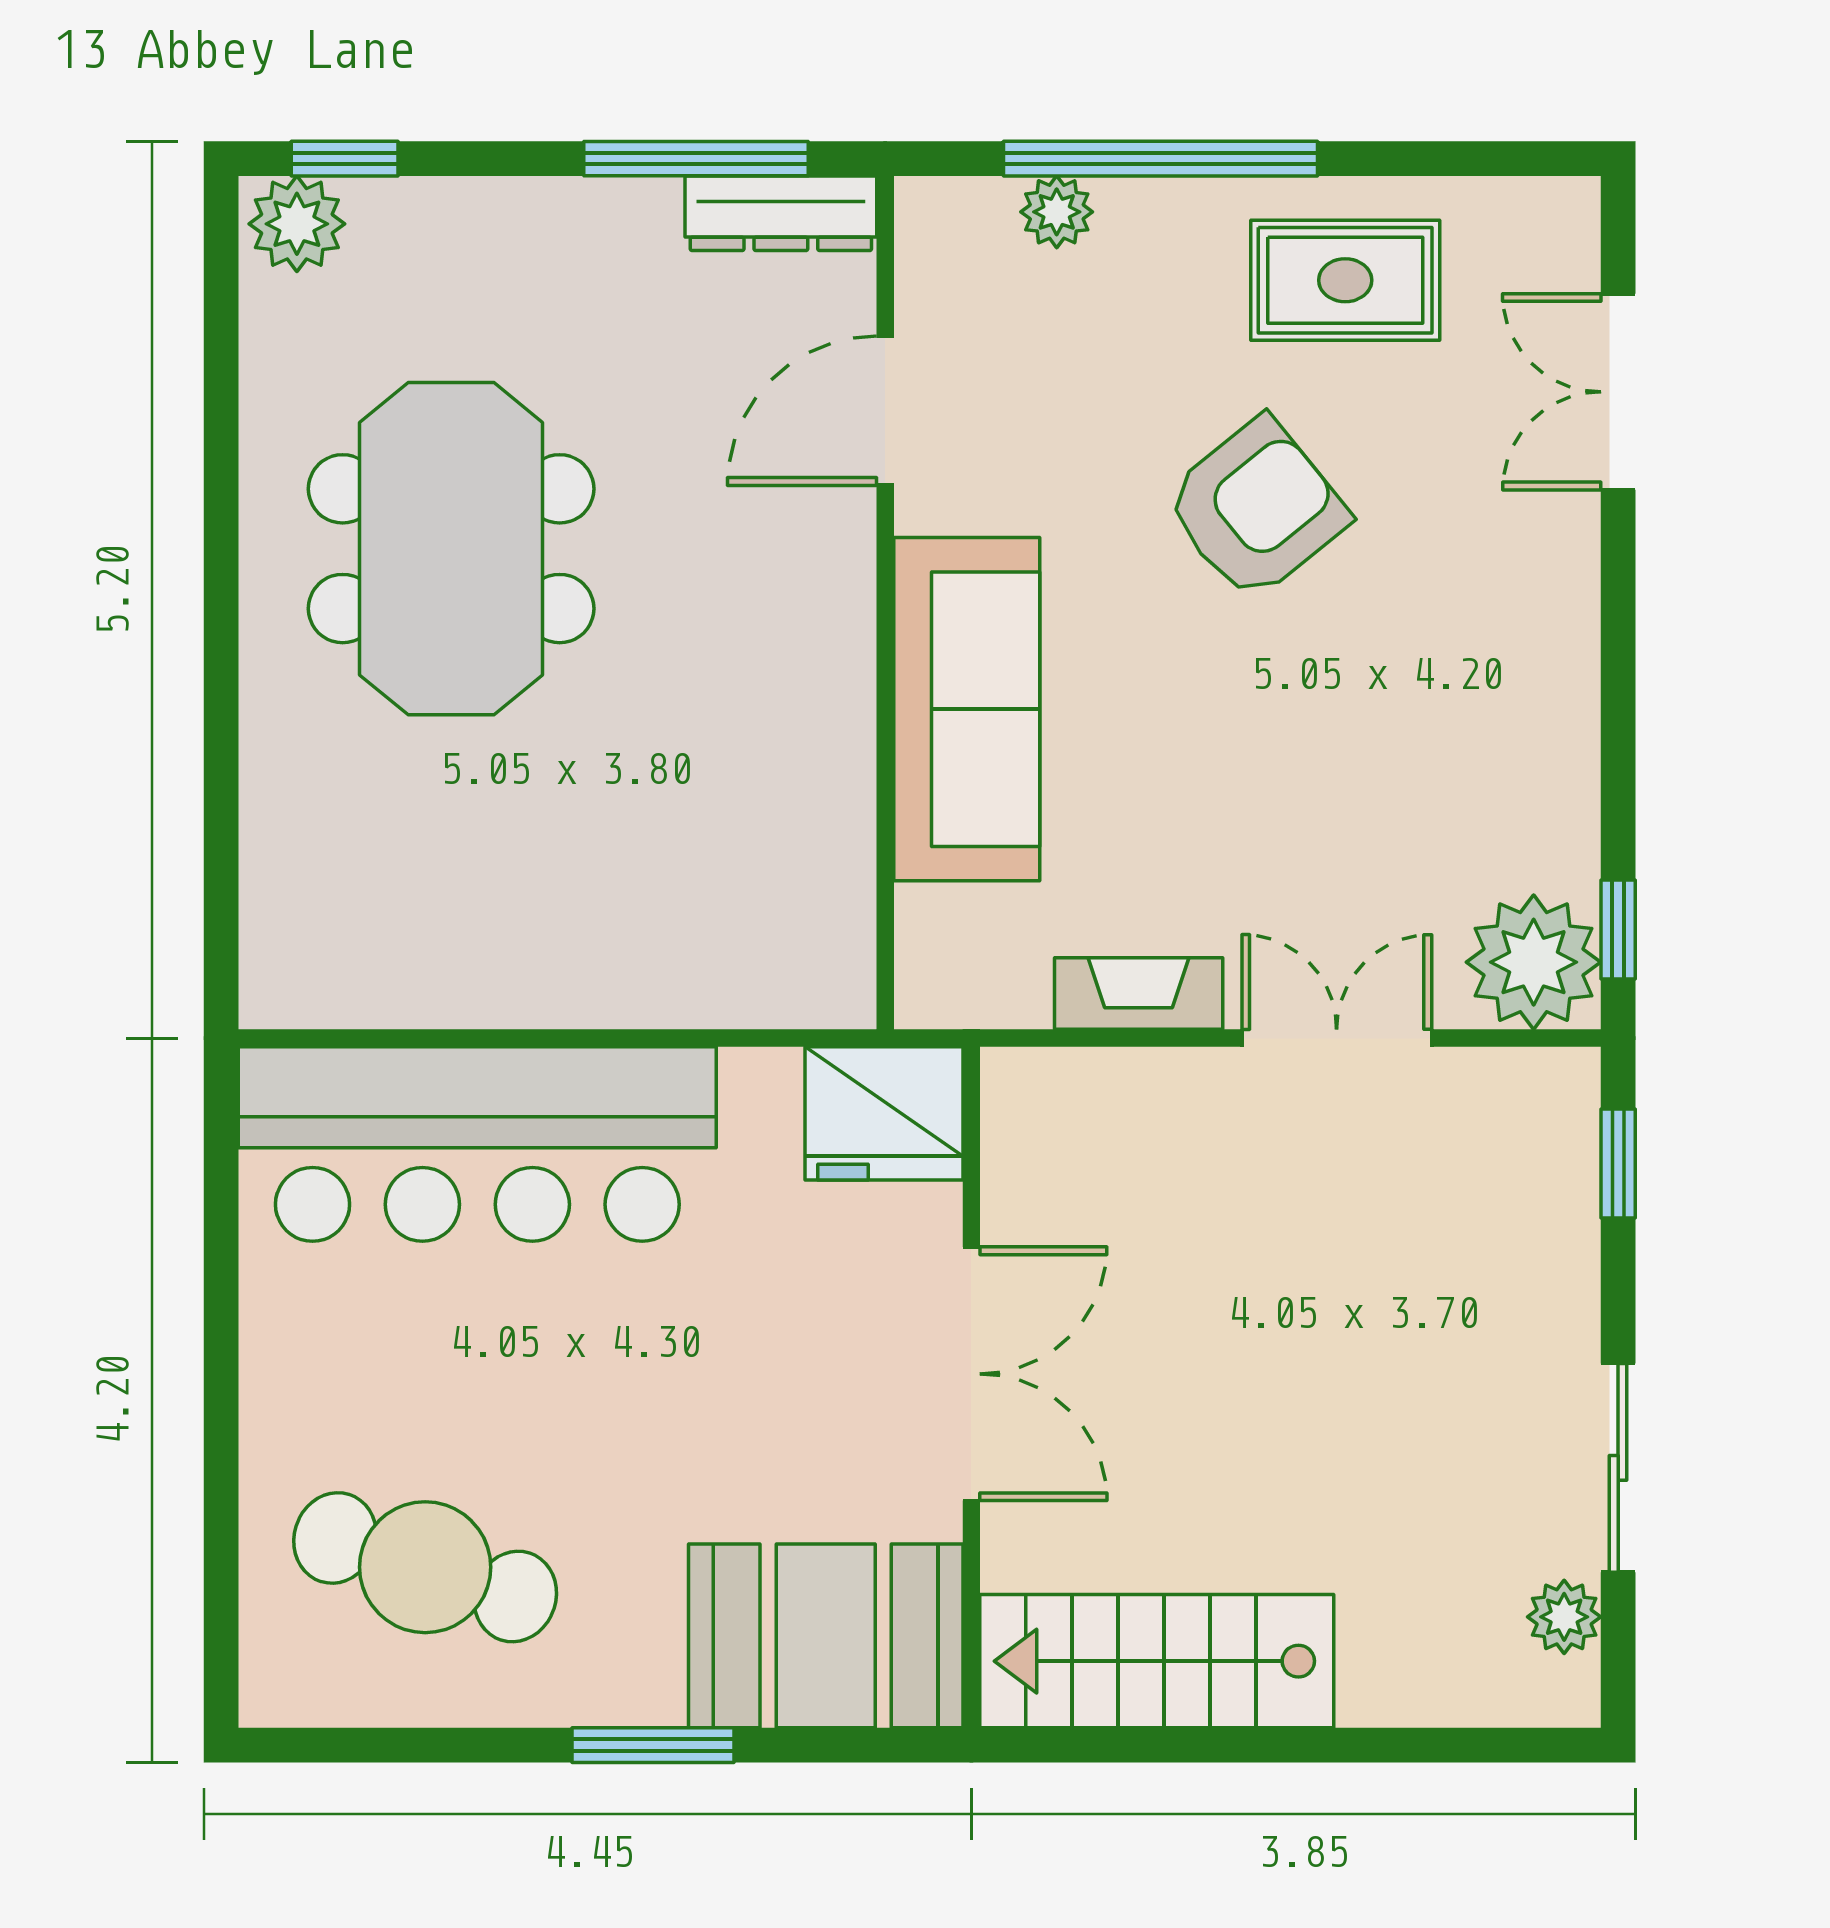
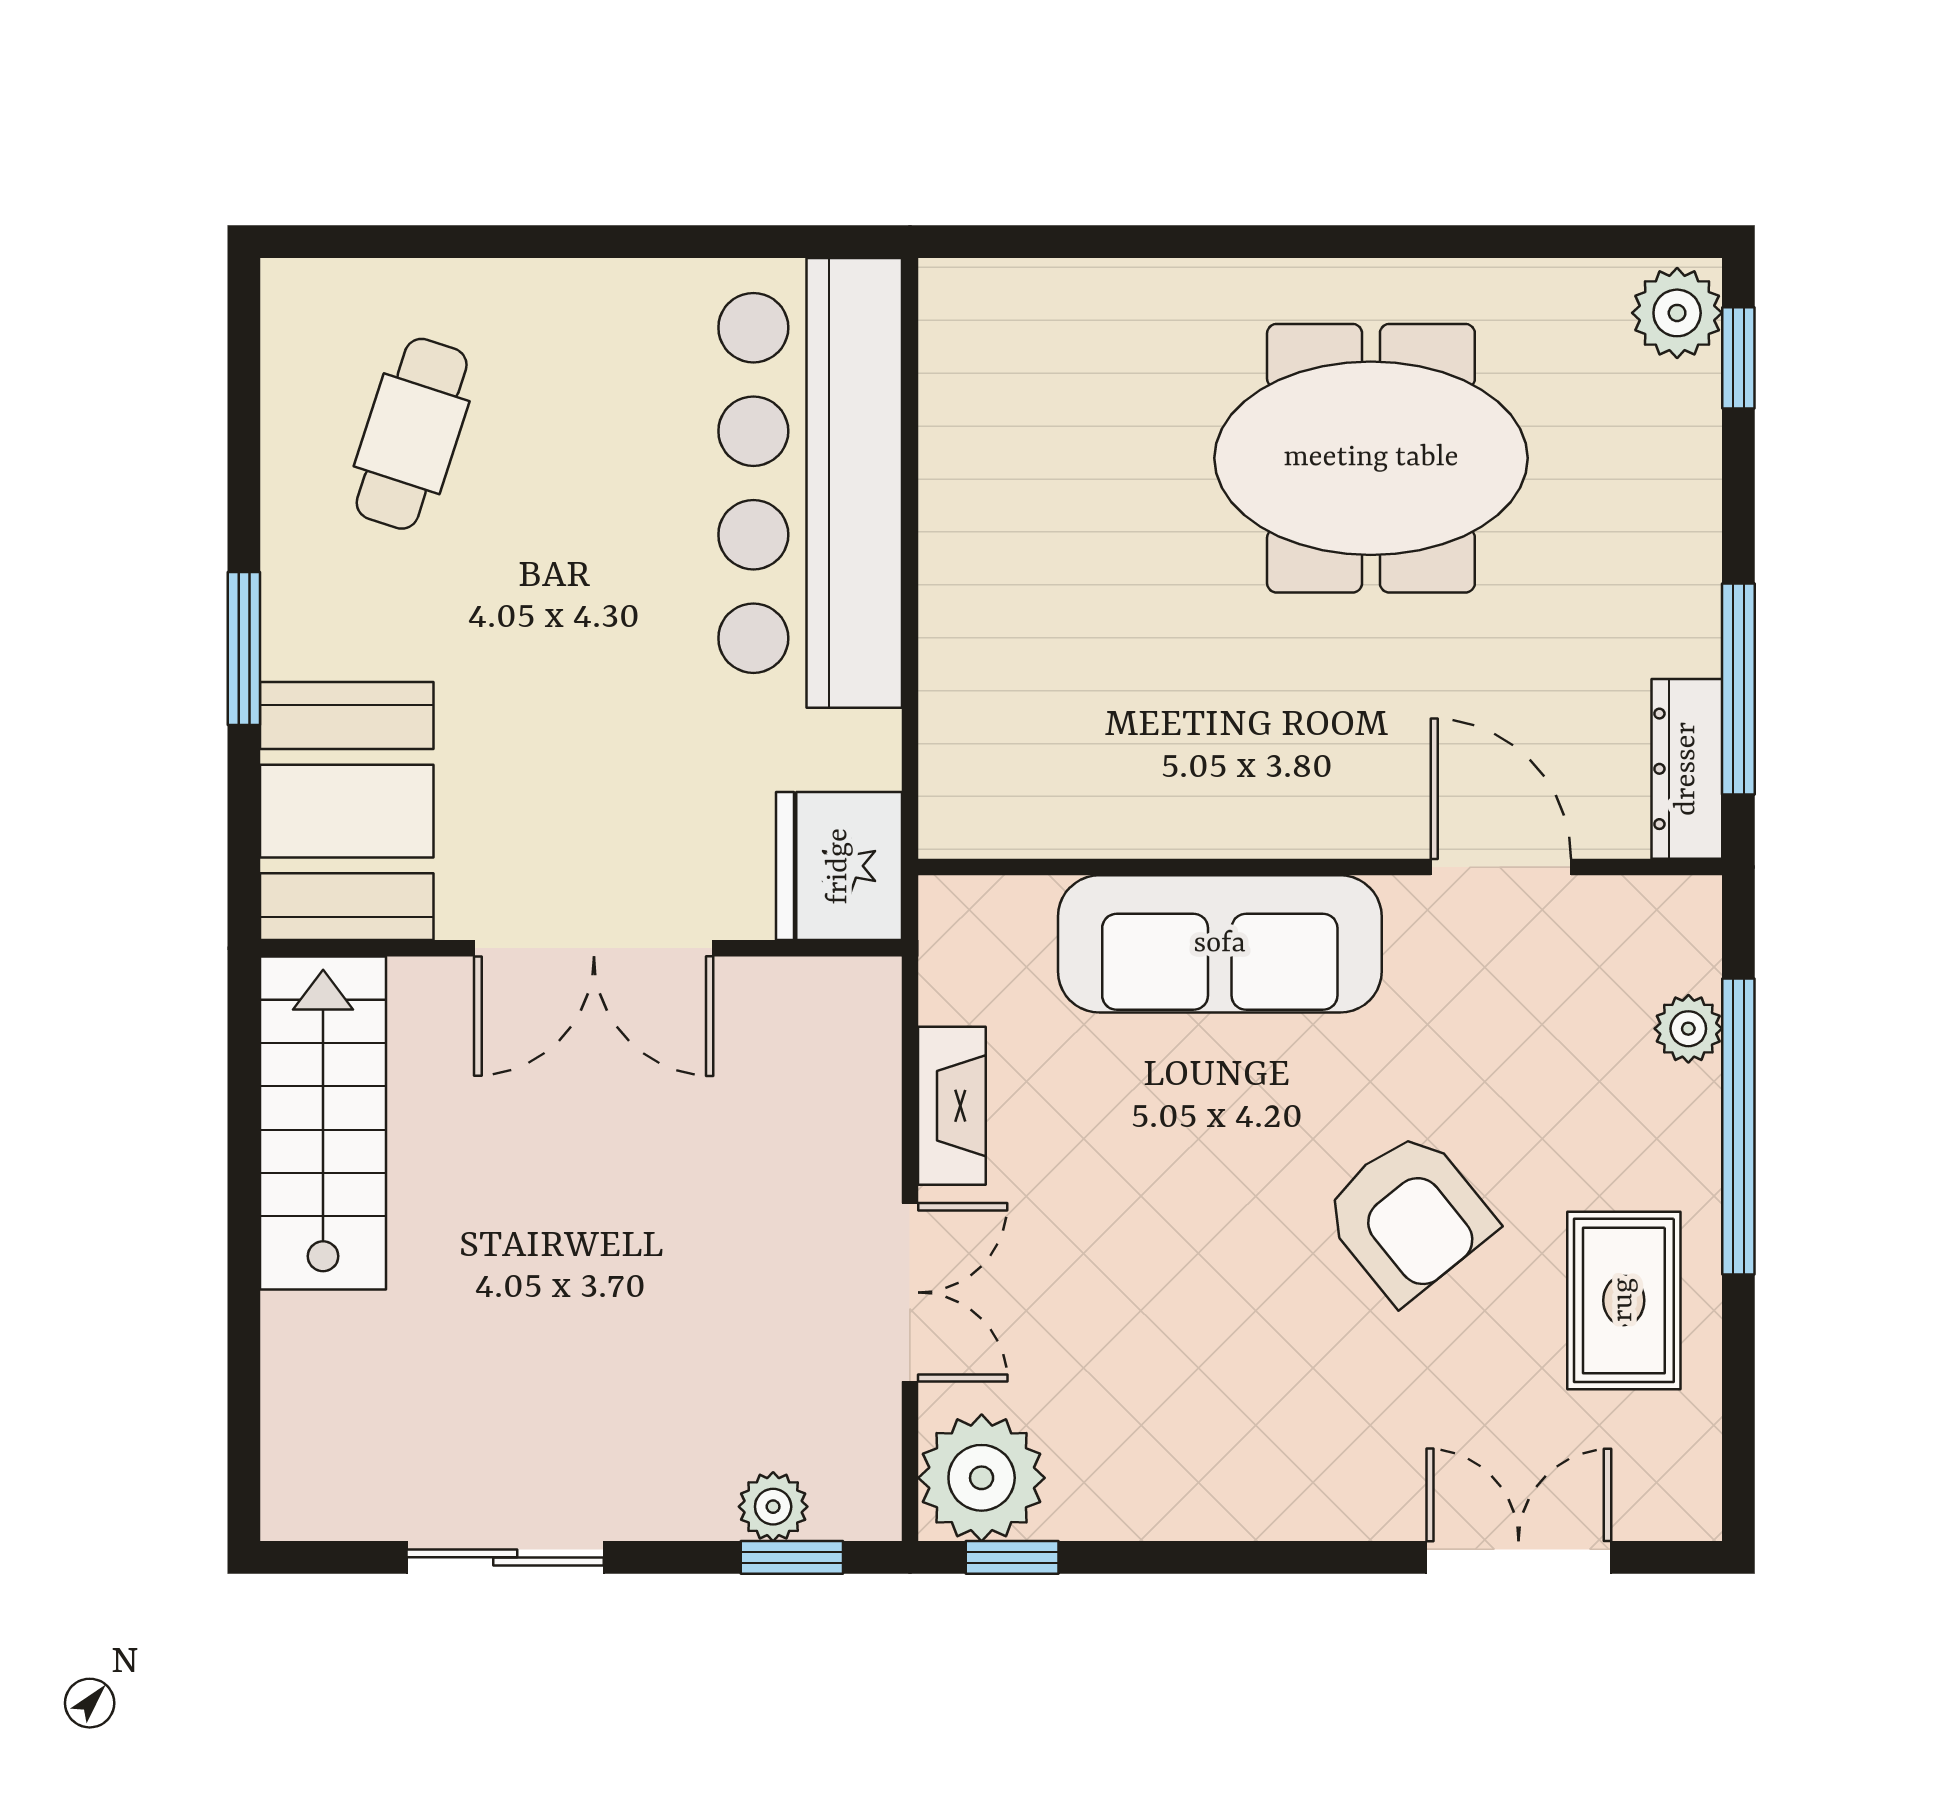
cafe table: (425, 1567) -> (412, 434), width x0.73, depth x0.74
plant: (1564, 1617) -> (773, 1507), moved

